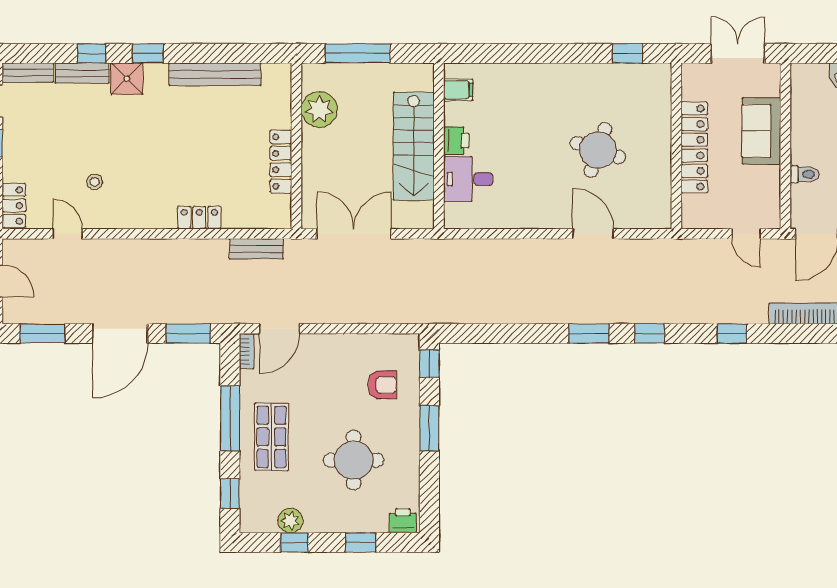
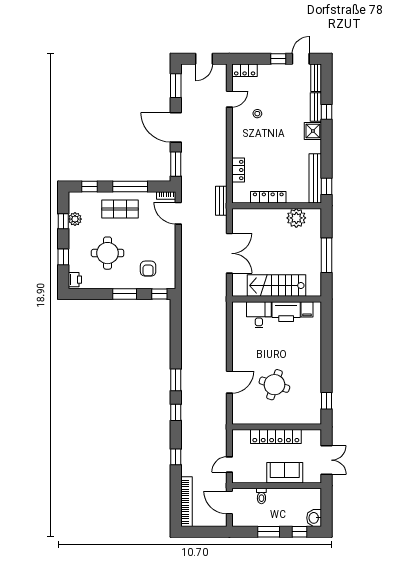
window: (148, 53) -> (327, 186), moved
plant: (319, 110) -> (296, 218), moved
printer: (456, 141) -> (286, 312), width x1.87, depth x1.48
wall: (296, 146) -> (277, 206), moved
locker: (281, 162) -> (268, 197), moved

